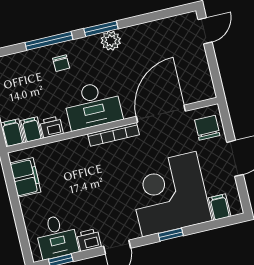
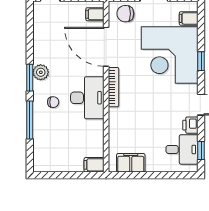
chair: (61, 63) -> (53, 102), moved
printer: (52, 127) -> (97, 134), removed
filing cabinet: (32, 130) -> (95, 14), moved

